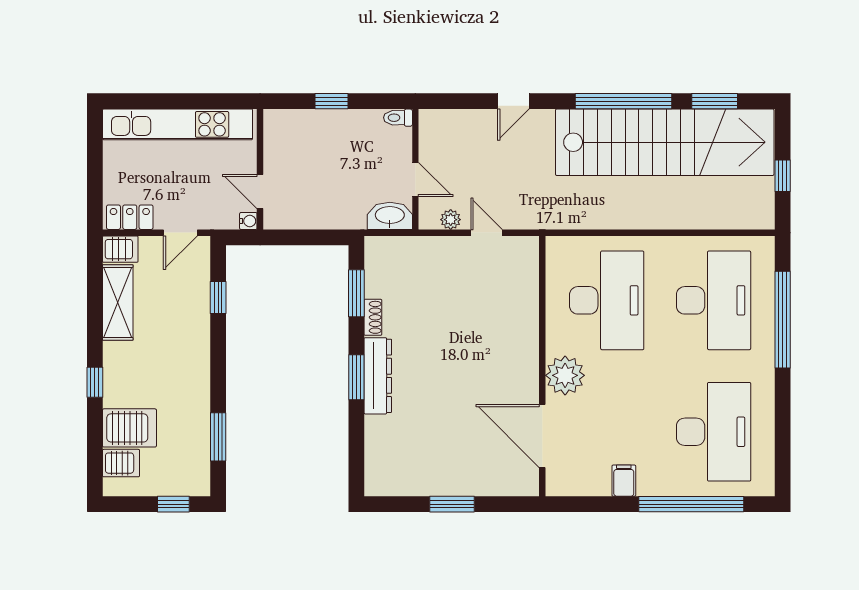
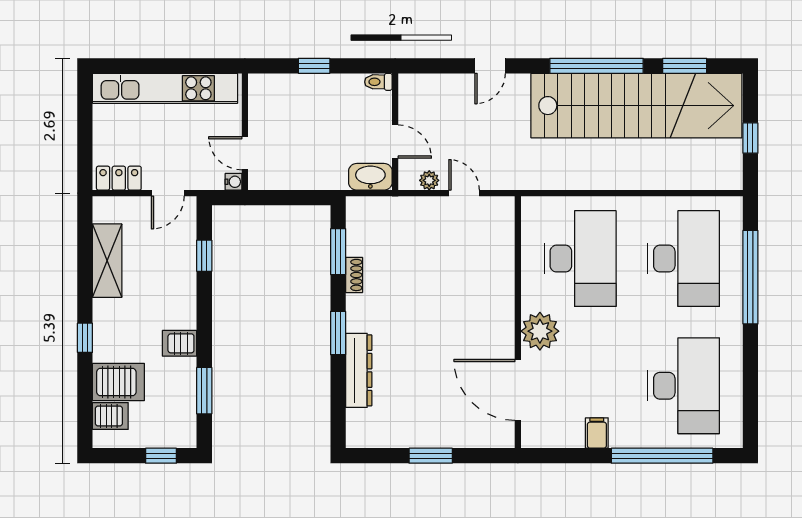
server rack: (120, 249) -> (180, 343), moved, turned 180
dresser: (378, 376) -> (359, 370), moved

